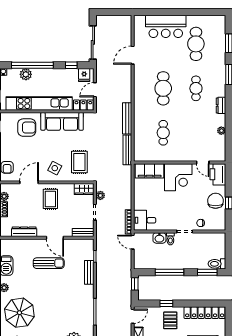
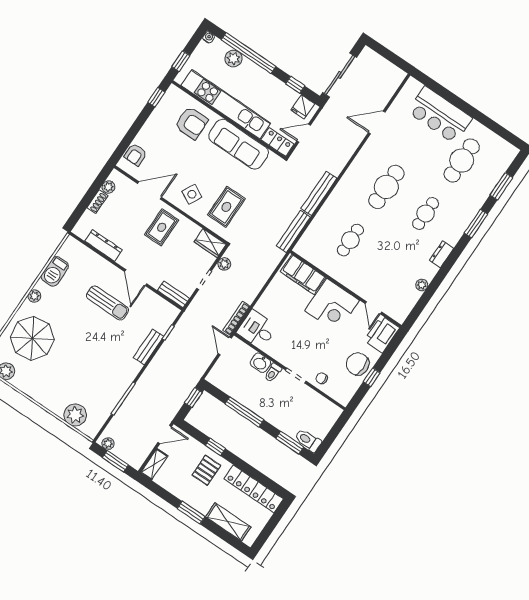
chair: (216, 201) -> (358, 364), turned -90

